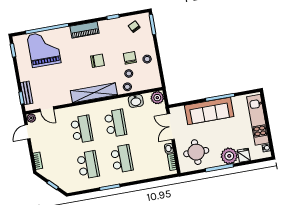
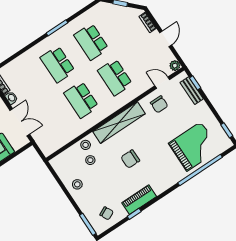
piano: (85, 30) -> (139, 200), moved
grand piano: (44, 49) -> (194, 146), turned -90
chair: (130, 58) -> (159, 104), moved
plant: (157, 98) -> (48, 147), removed
washbasin: (136, 101) -> (70, 134), removed
door: (28, 132) -> (166, 39), moved

